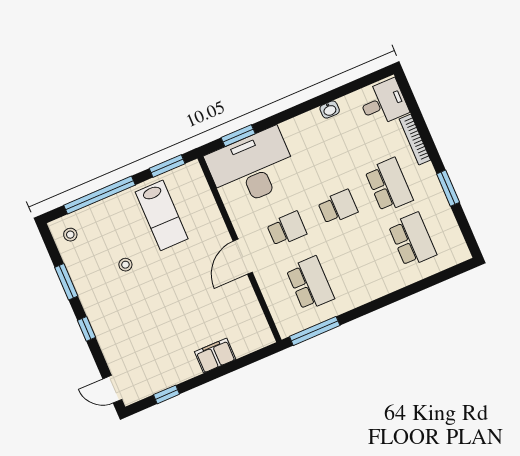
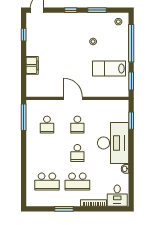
desk: (252, 168) -> (113, 143), moved
school desk: (310, 284) -> (47, 125), width x0.54

